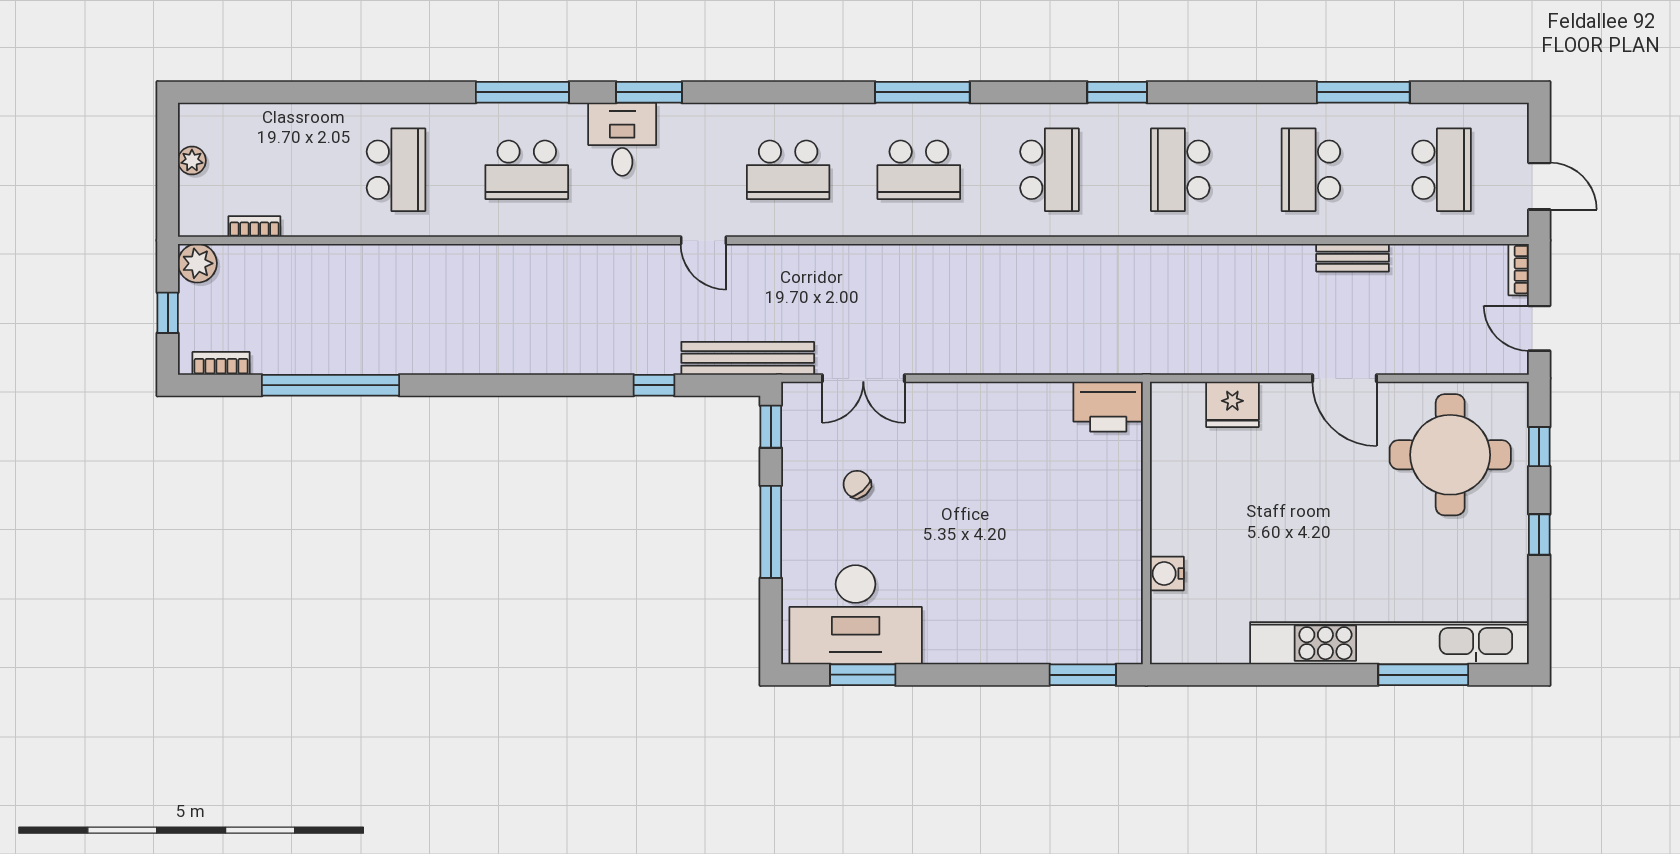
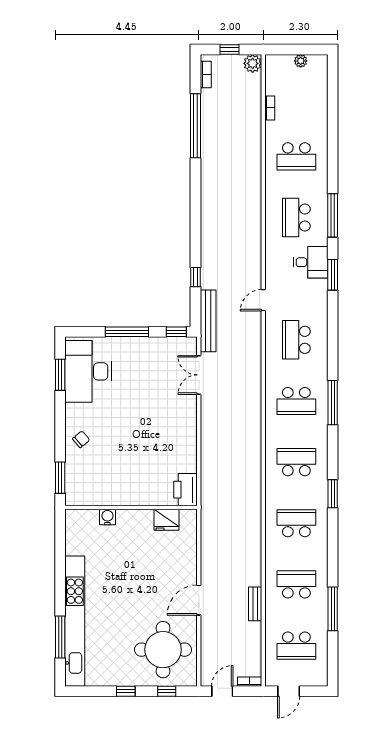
school desk: (919, 170) -> (296, 401), turned -90
school desk: (1050, 170) -> (296, 462), turned 180
bookcase: (254, 227) -> (270, 108), moved
fridge: (1232, 404) -> (166, 520), moved, turned -90
chair: (857, 484) -> (81, 439), moved

